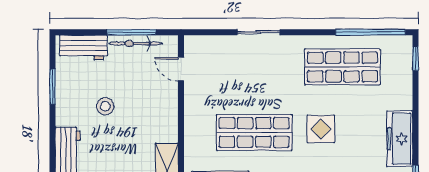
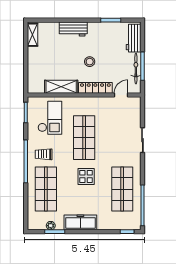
stool: (105, 106) -> (90, 62), moved
locker: (169, 113) -> (95, 88), added

